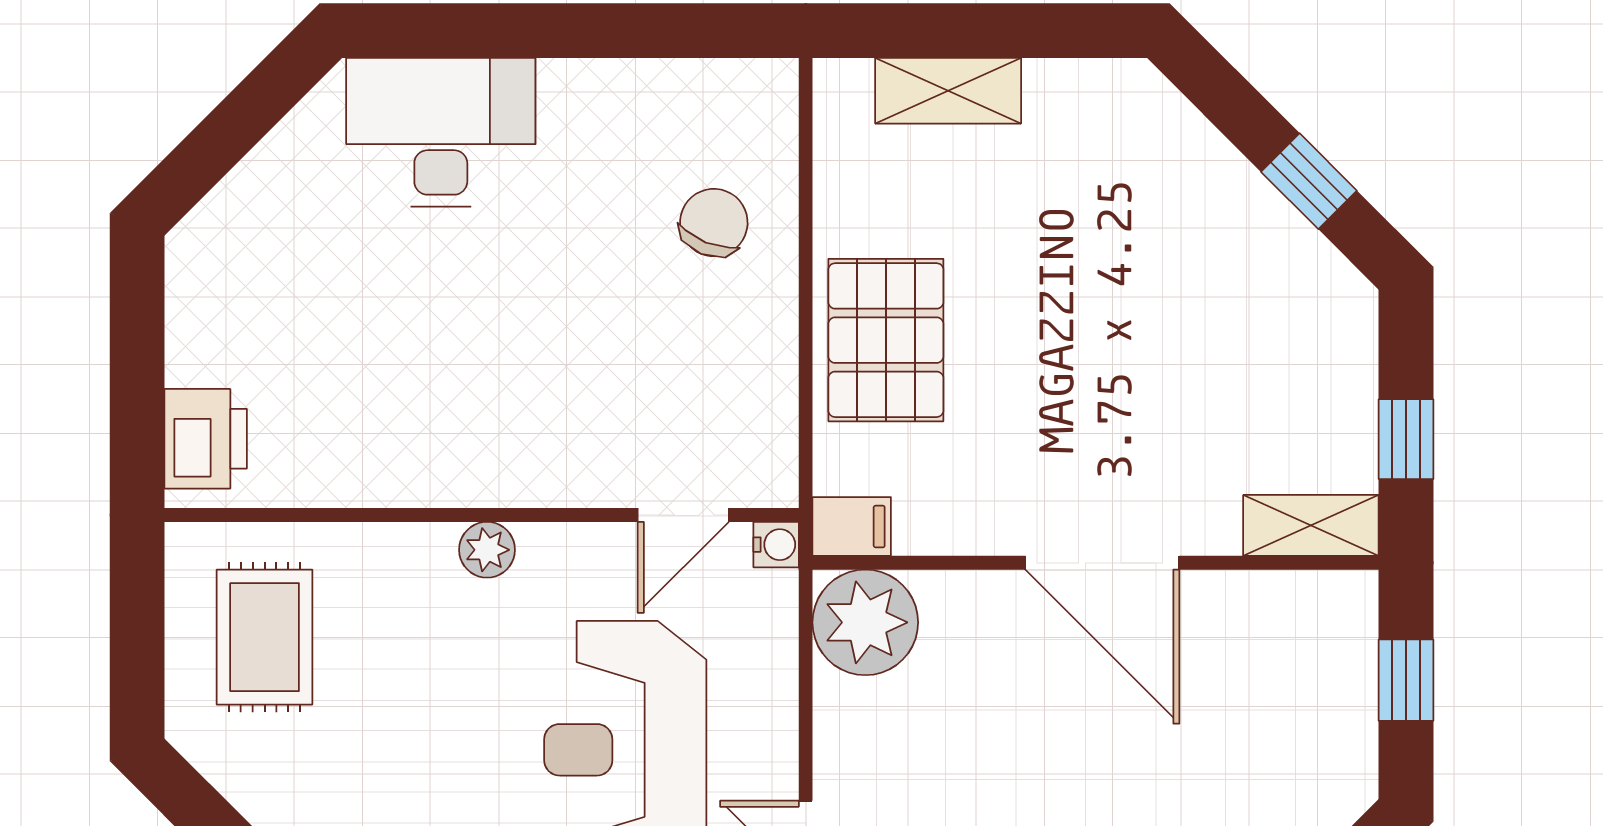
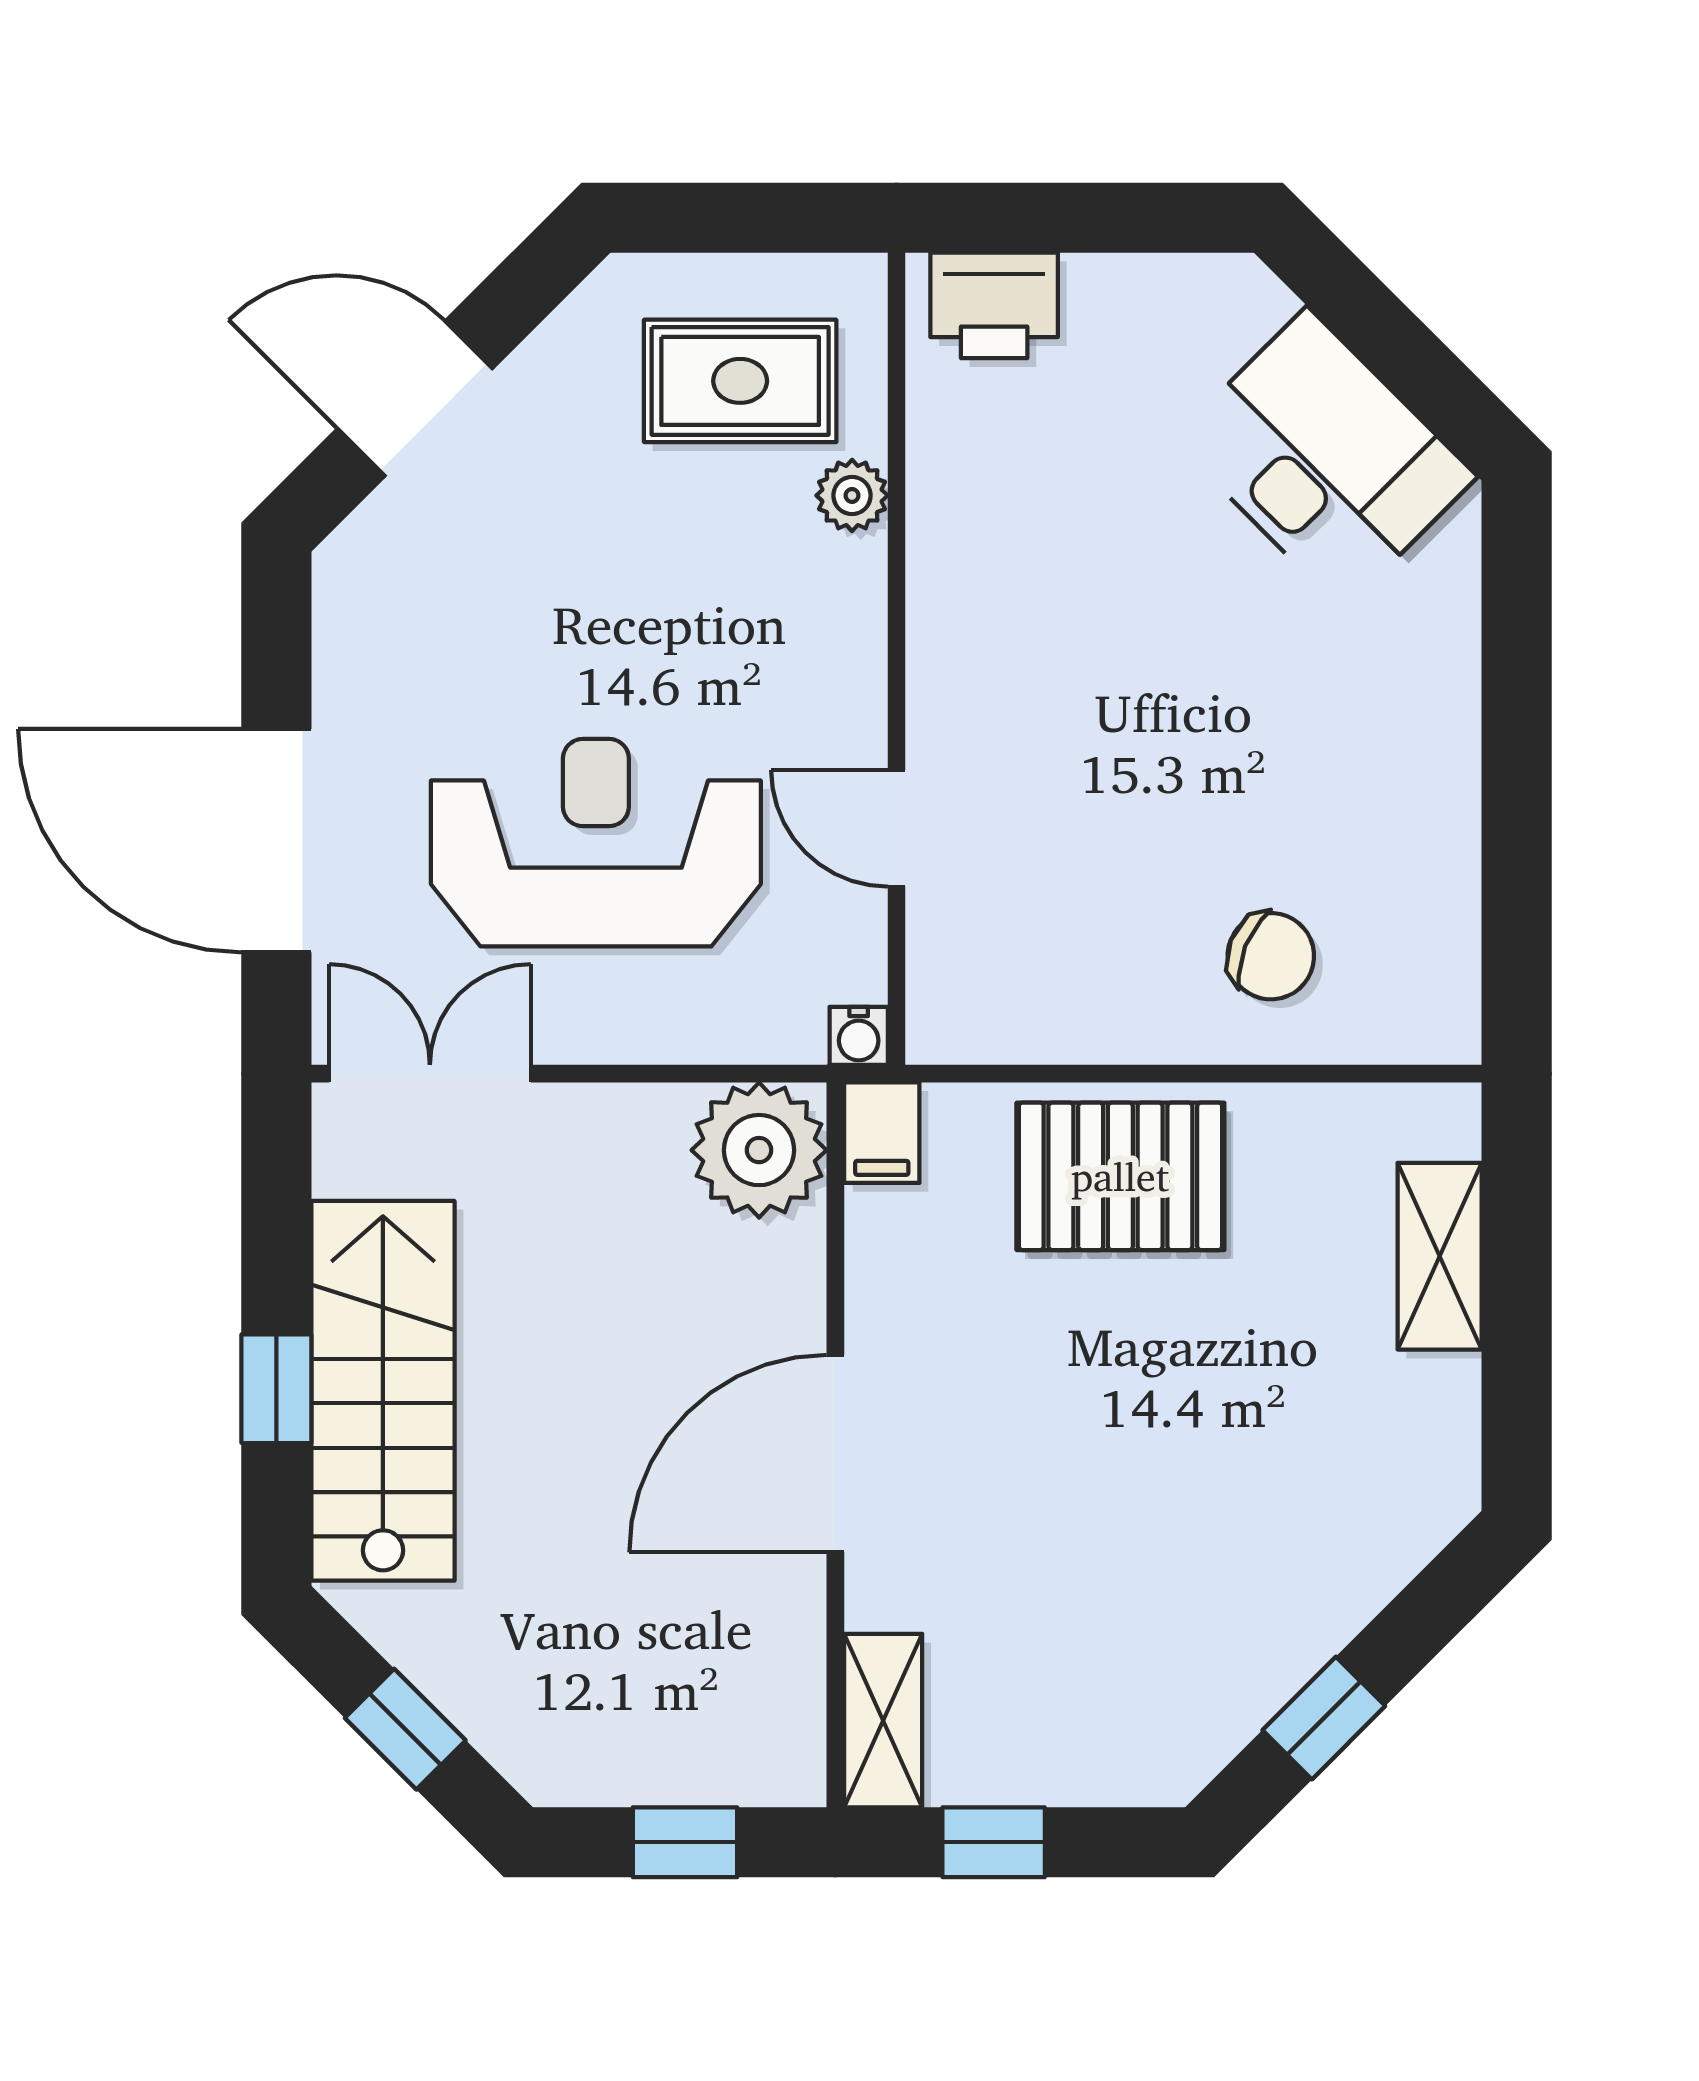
desk: (441, 132) -> (1325, 458), moved, turned -45
door: (683, 515) -> (896, 828), moved
plant: (487, 550) -> (852, 495), moved

